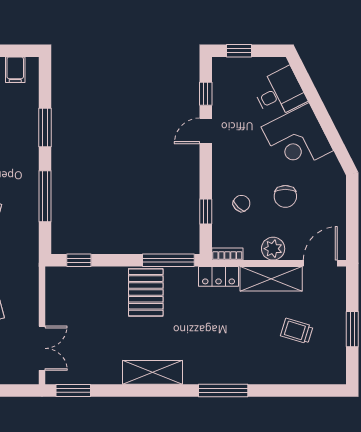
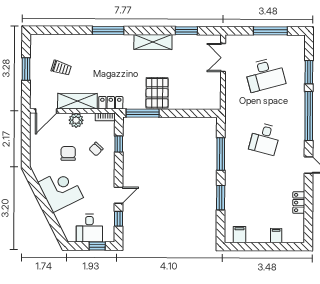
desk: (279, 93) -> (89, 228), moved, turned -63
window: (79, 260) -> (199, 113), removed
window: (73, 390) -> (186, 31), moved

